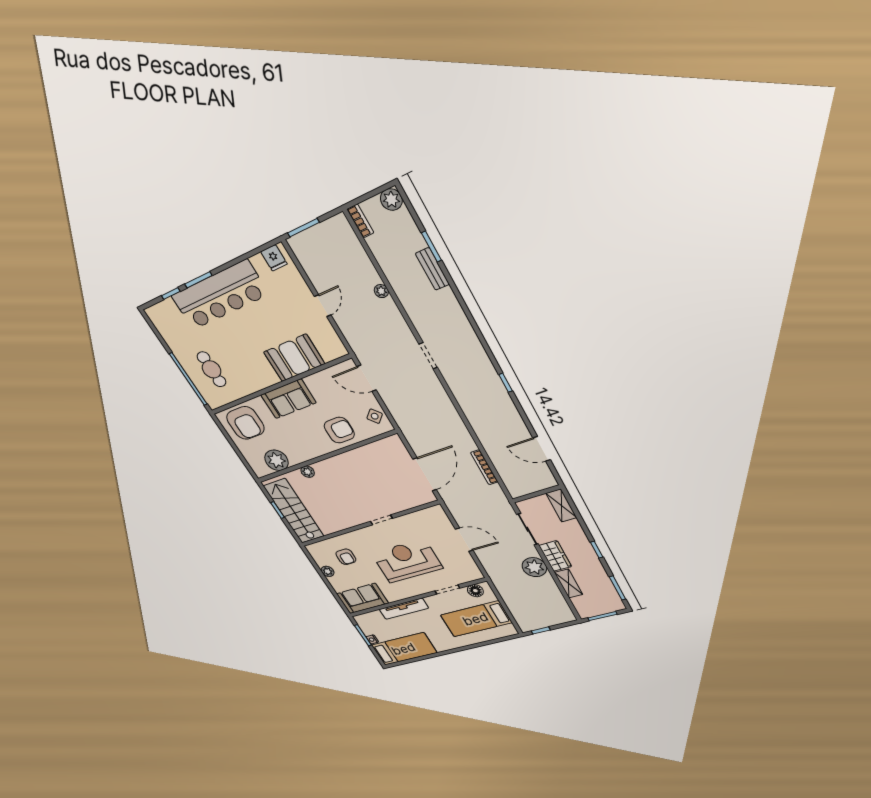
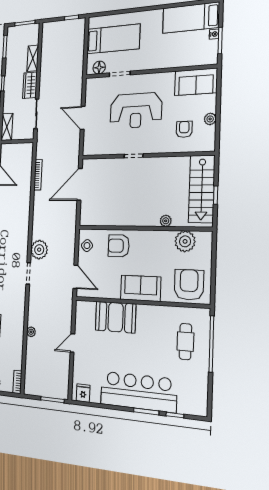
plant: (534, 567) -> (39, 250), moved
tv unit: (404, 609) -> (166, 62), removed

